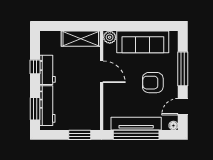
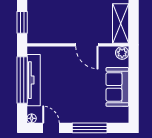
sofa: (143, 42) -> (117, 87), width x0.73
door: (102, 72) -> (87, 45), hinge flipped
armchair: (153, 83) -> (76, 97), removed

